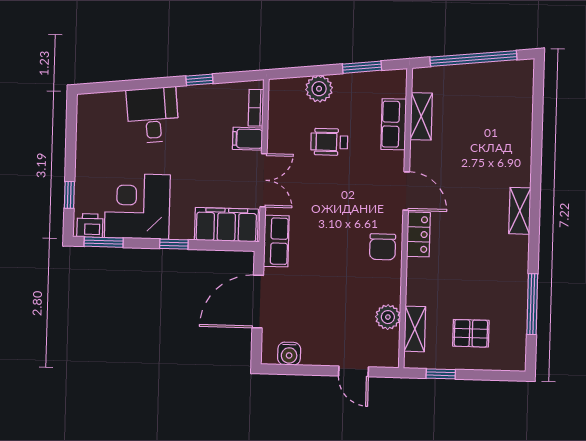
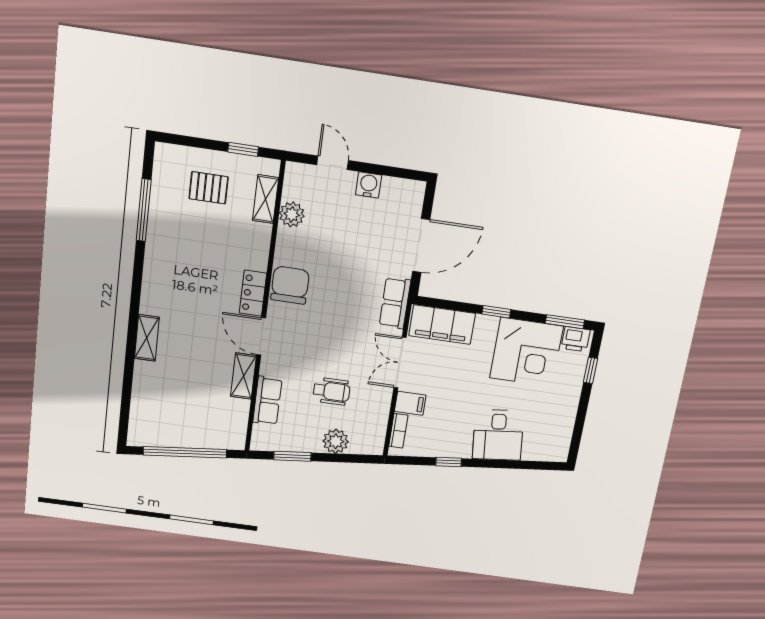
shelving: (421, 116) -> (243, 376), moved
shelving: (520, 211) -> (147, 338), moved
chair: (383, 247) -> (290, 285), width x1.37, depth x1.37
water cooler: (289, 354) -> (369, 185), moved

